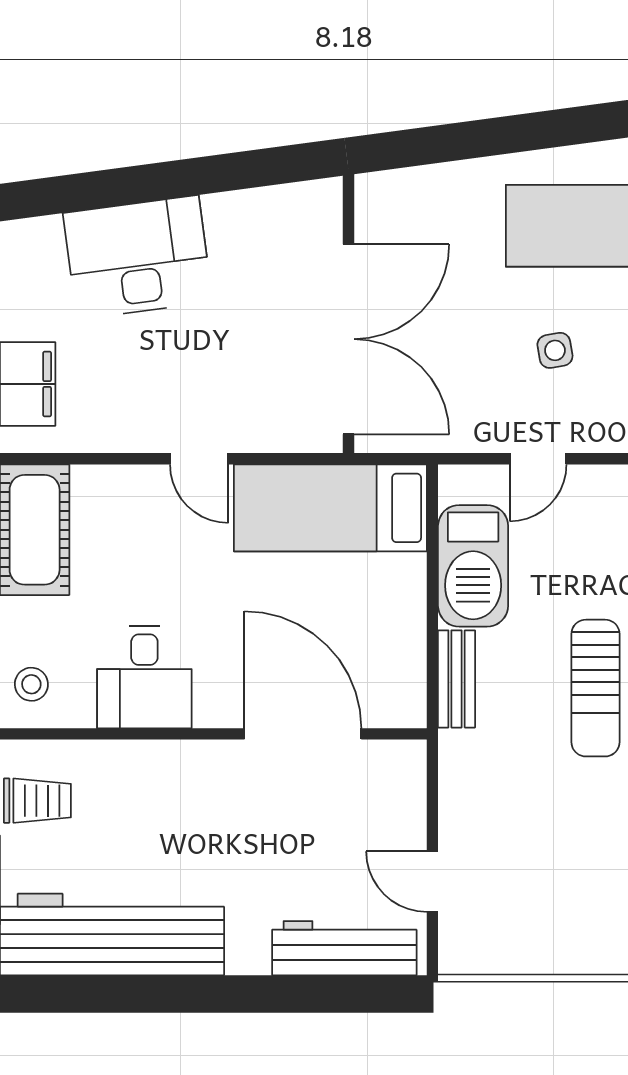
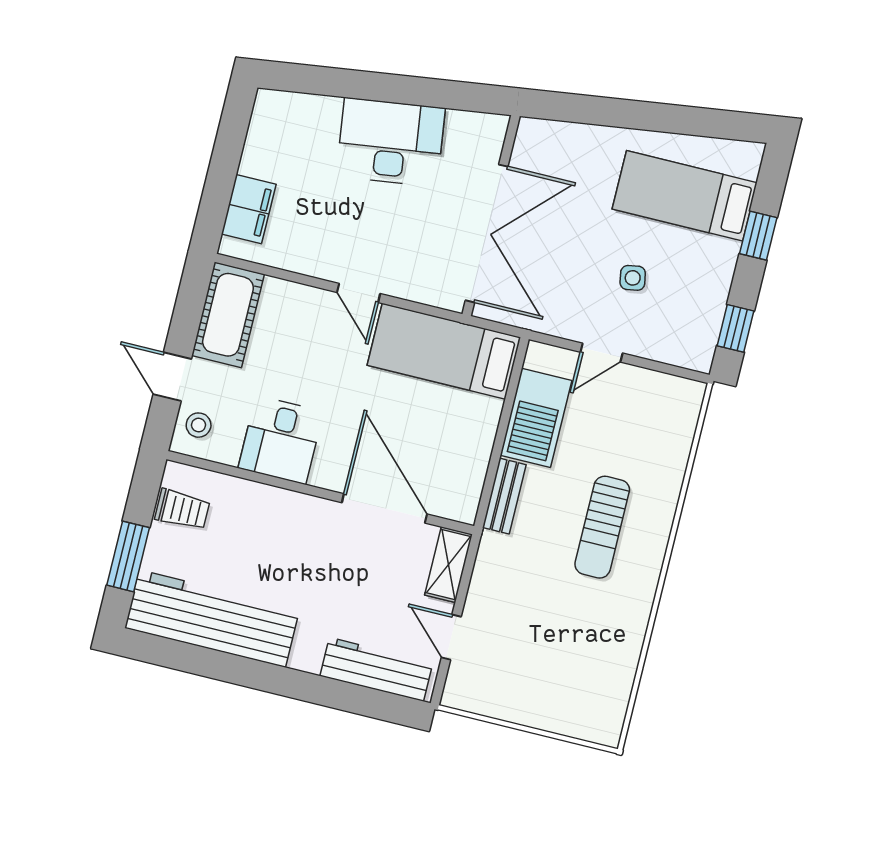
desk: (138, 257) -> (391, 142), moved
shelving: (405, 787) -> (448, 565), added

